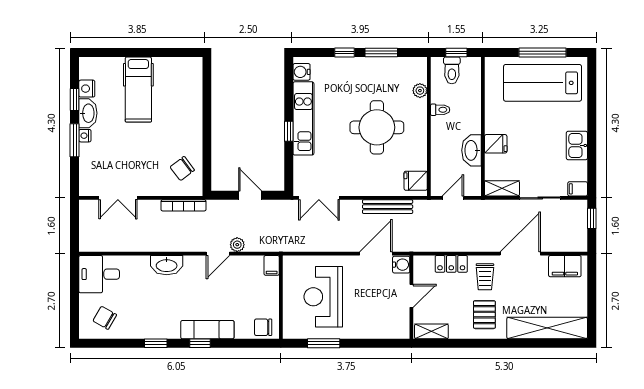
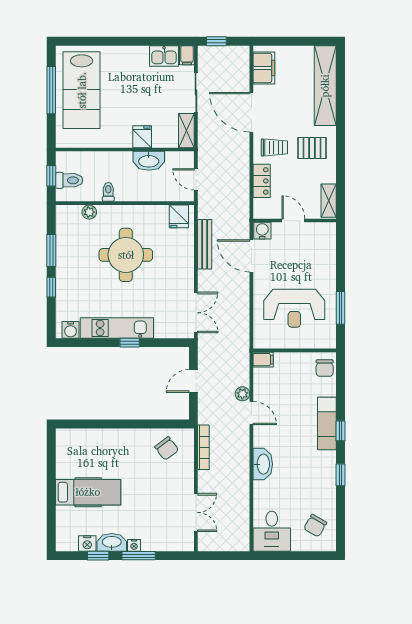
kitchen sink: (577, 145) -> (164, 56), moved

